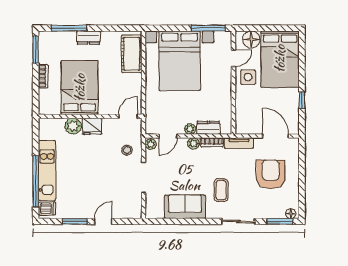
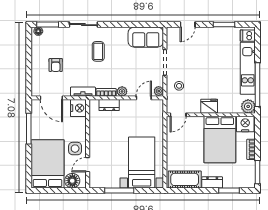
window: (69, 28) -> (229, 191), width x0.69
window: (208, 28) -> (119, 191), moved
cot: (132, 54) -> (185, 179), moved, turned 90
bed with nightstands: (180, 61) -> (142, 162), width x0.73
window: (302, 100) -> (29, 129), width x2.17
nightstand: (50, 106) -> (245, 124), added
nightstand: (244, 124) -> (78, 108), added
plant: (73, 126) -> (248, 106), moved
plant: (190, 129) -> (125, 104), removed
armchair: (271, 174) -> (56, 65), width x0.53, depth x0.53
window: (36, 181) -> (258, 85), moved
sofa: (185, 207) -> (146, 37), moved
door: (103, 221) -> (188, 25), moved

